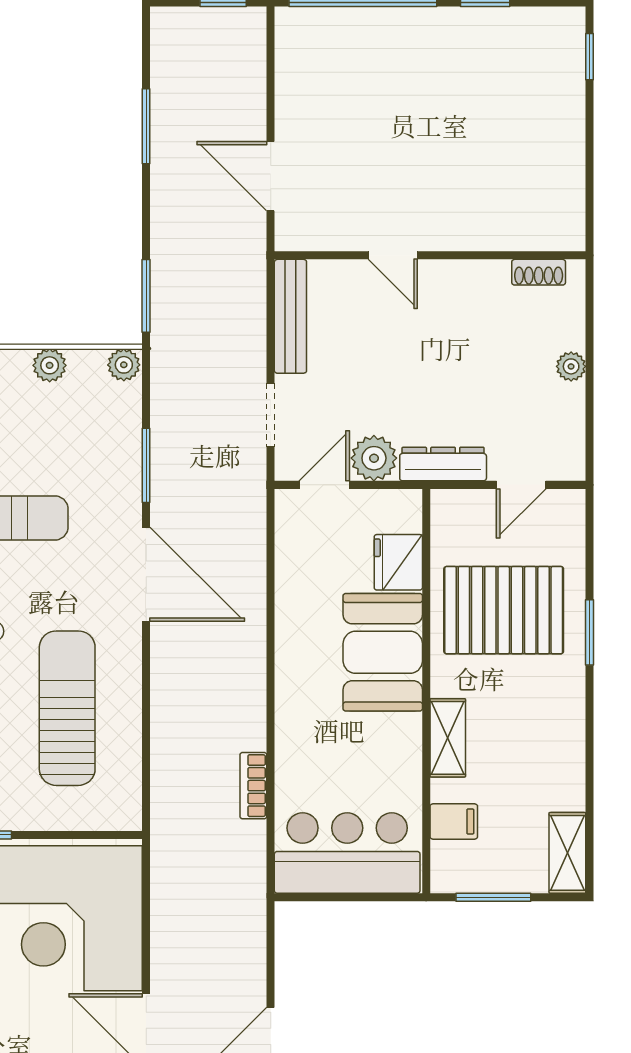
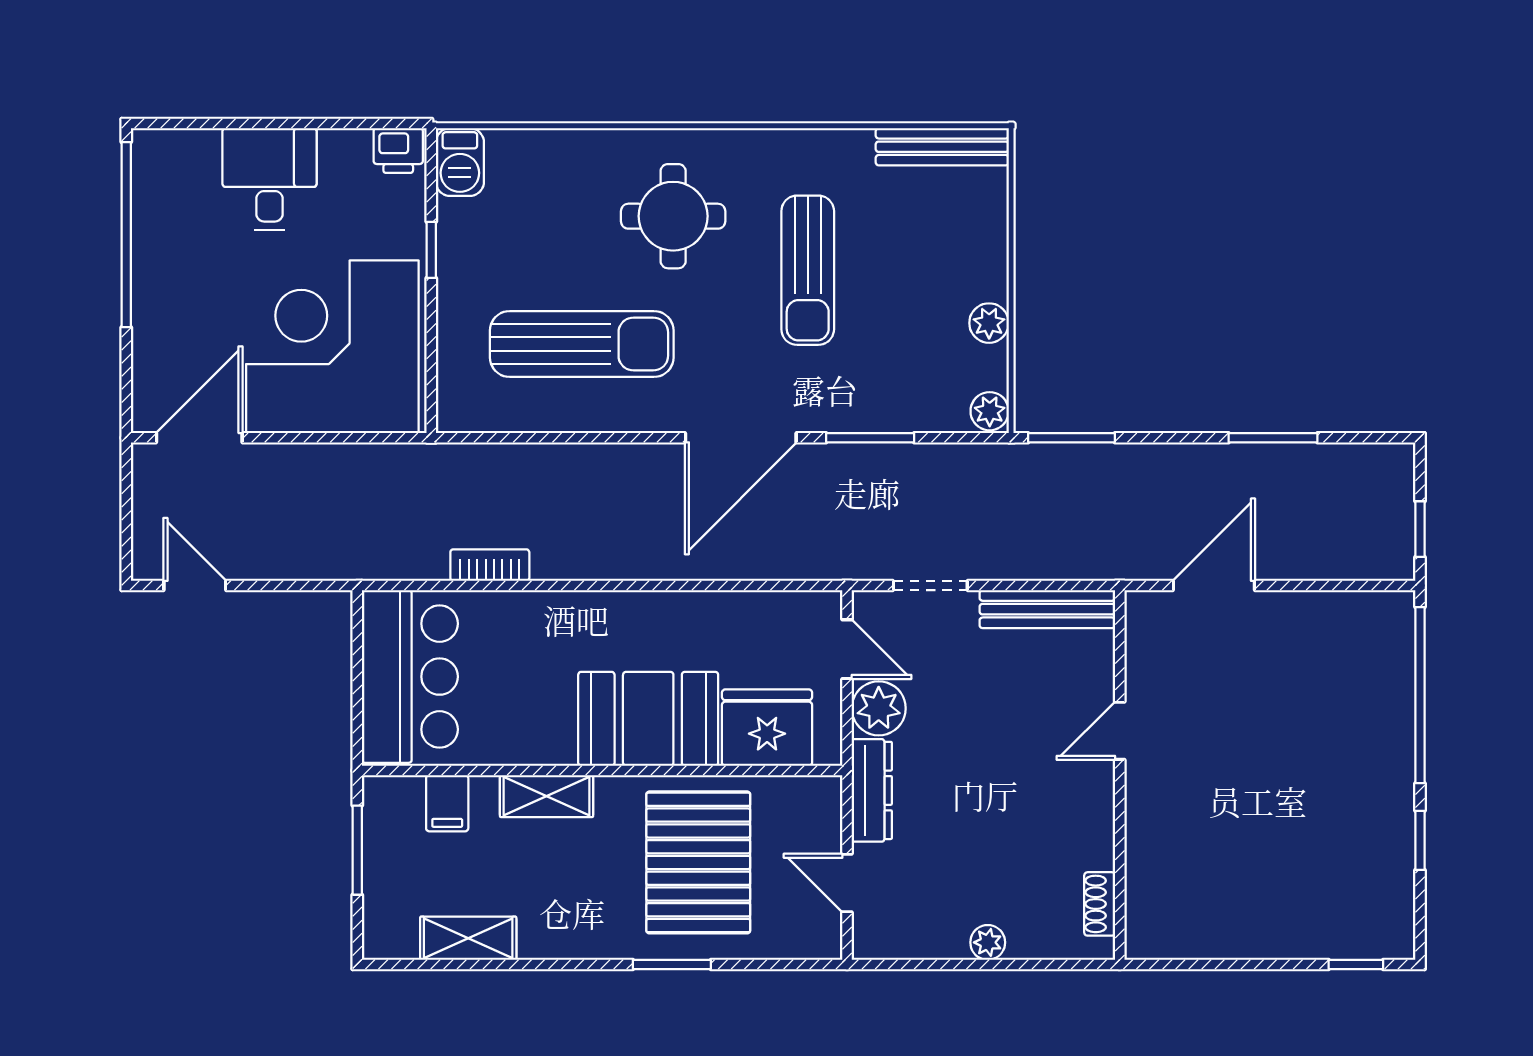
fridge: (398, 562) -> (767, 728), width x1.36, depth x1.34
shelving: (567, 853) -> (468, 938), moved

